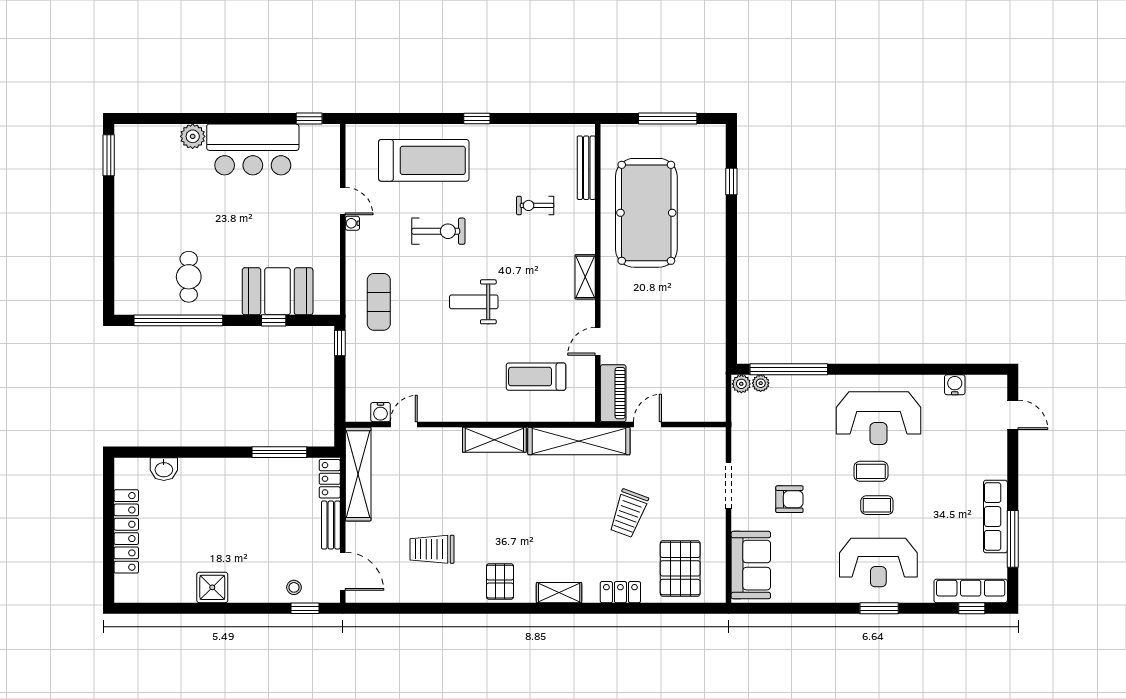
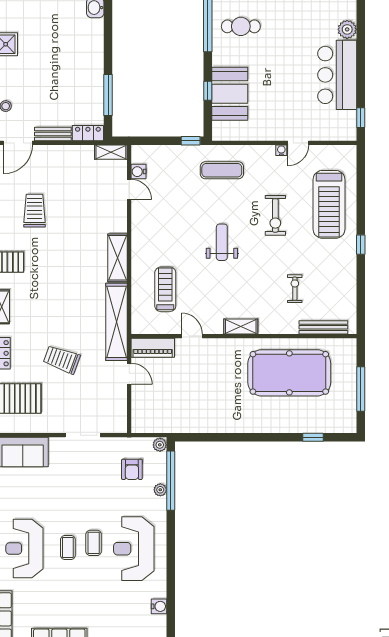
plant: (761, 383) -> (160, 490), moved
shelving: (358, 474) -> (111, 152), width x0.45, depth x0.75
armchair: (789, 499) -> (132, 469), moved

